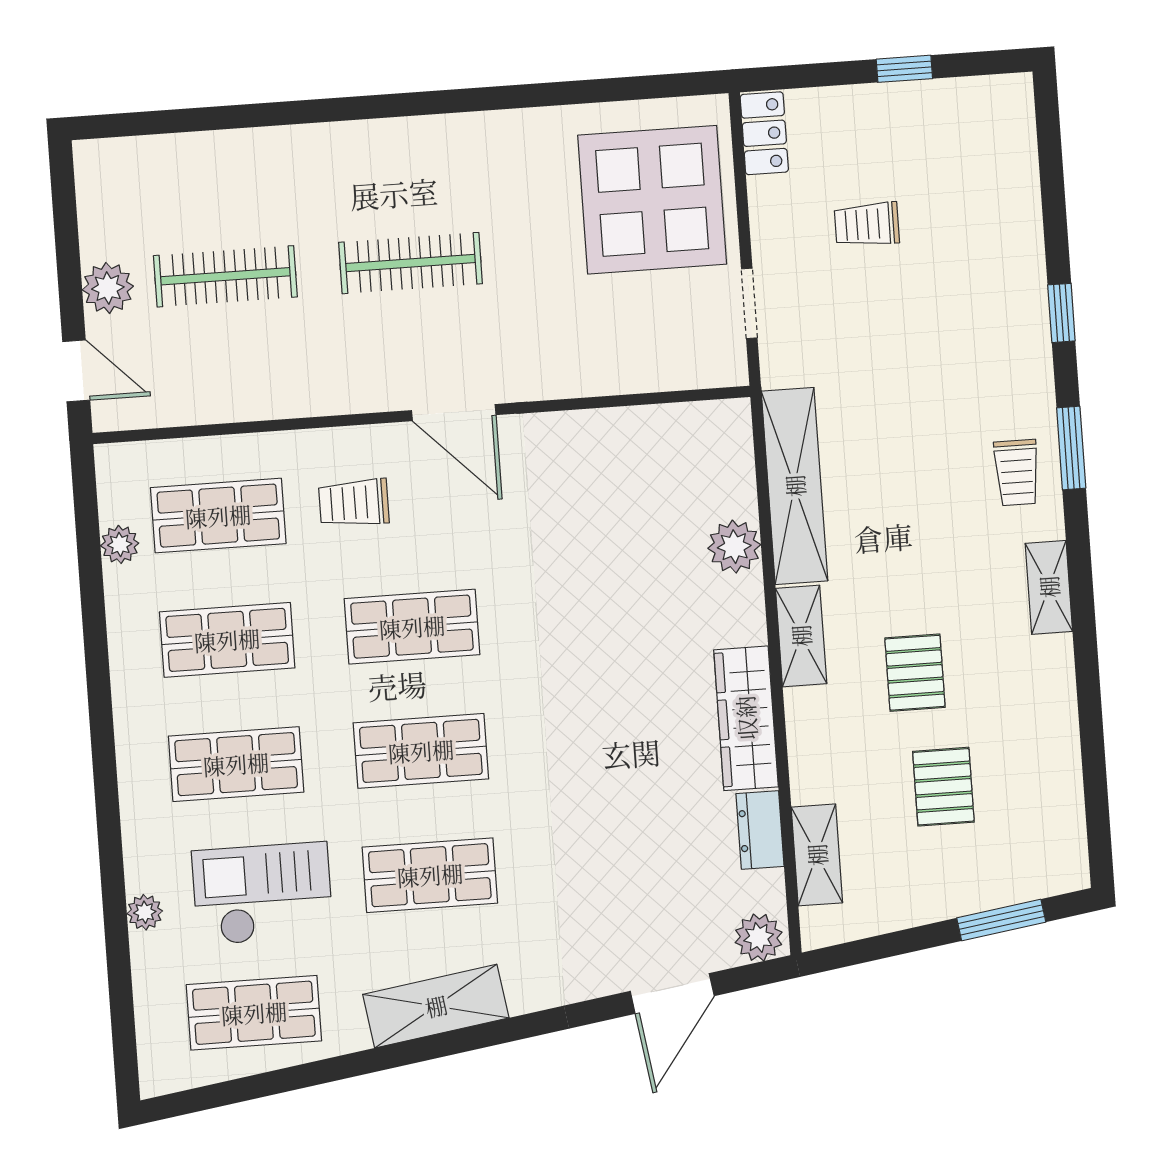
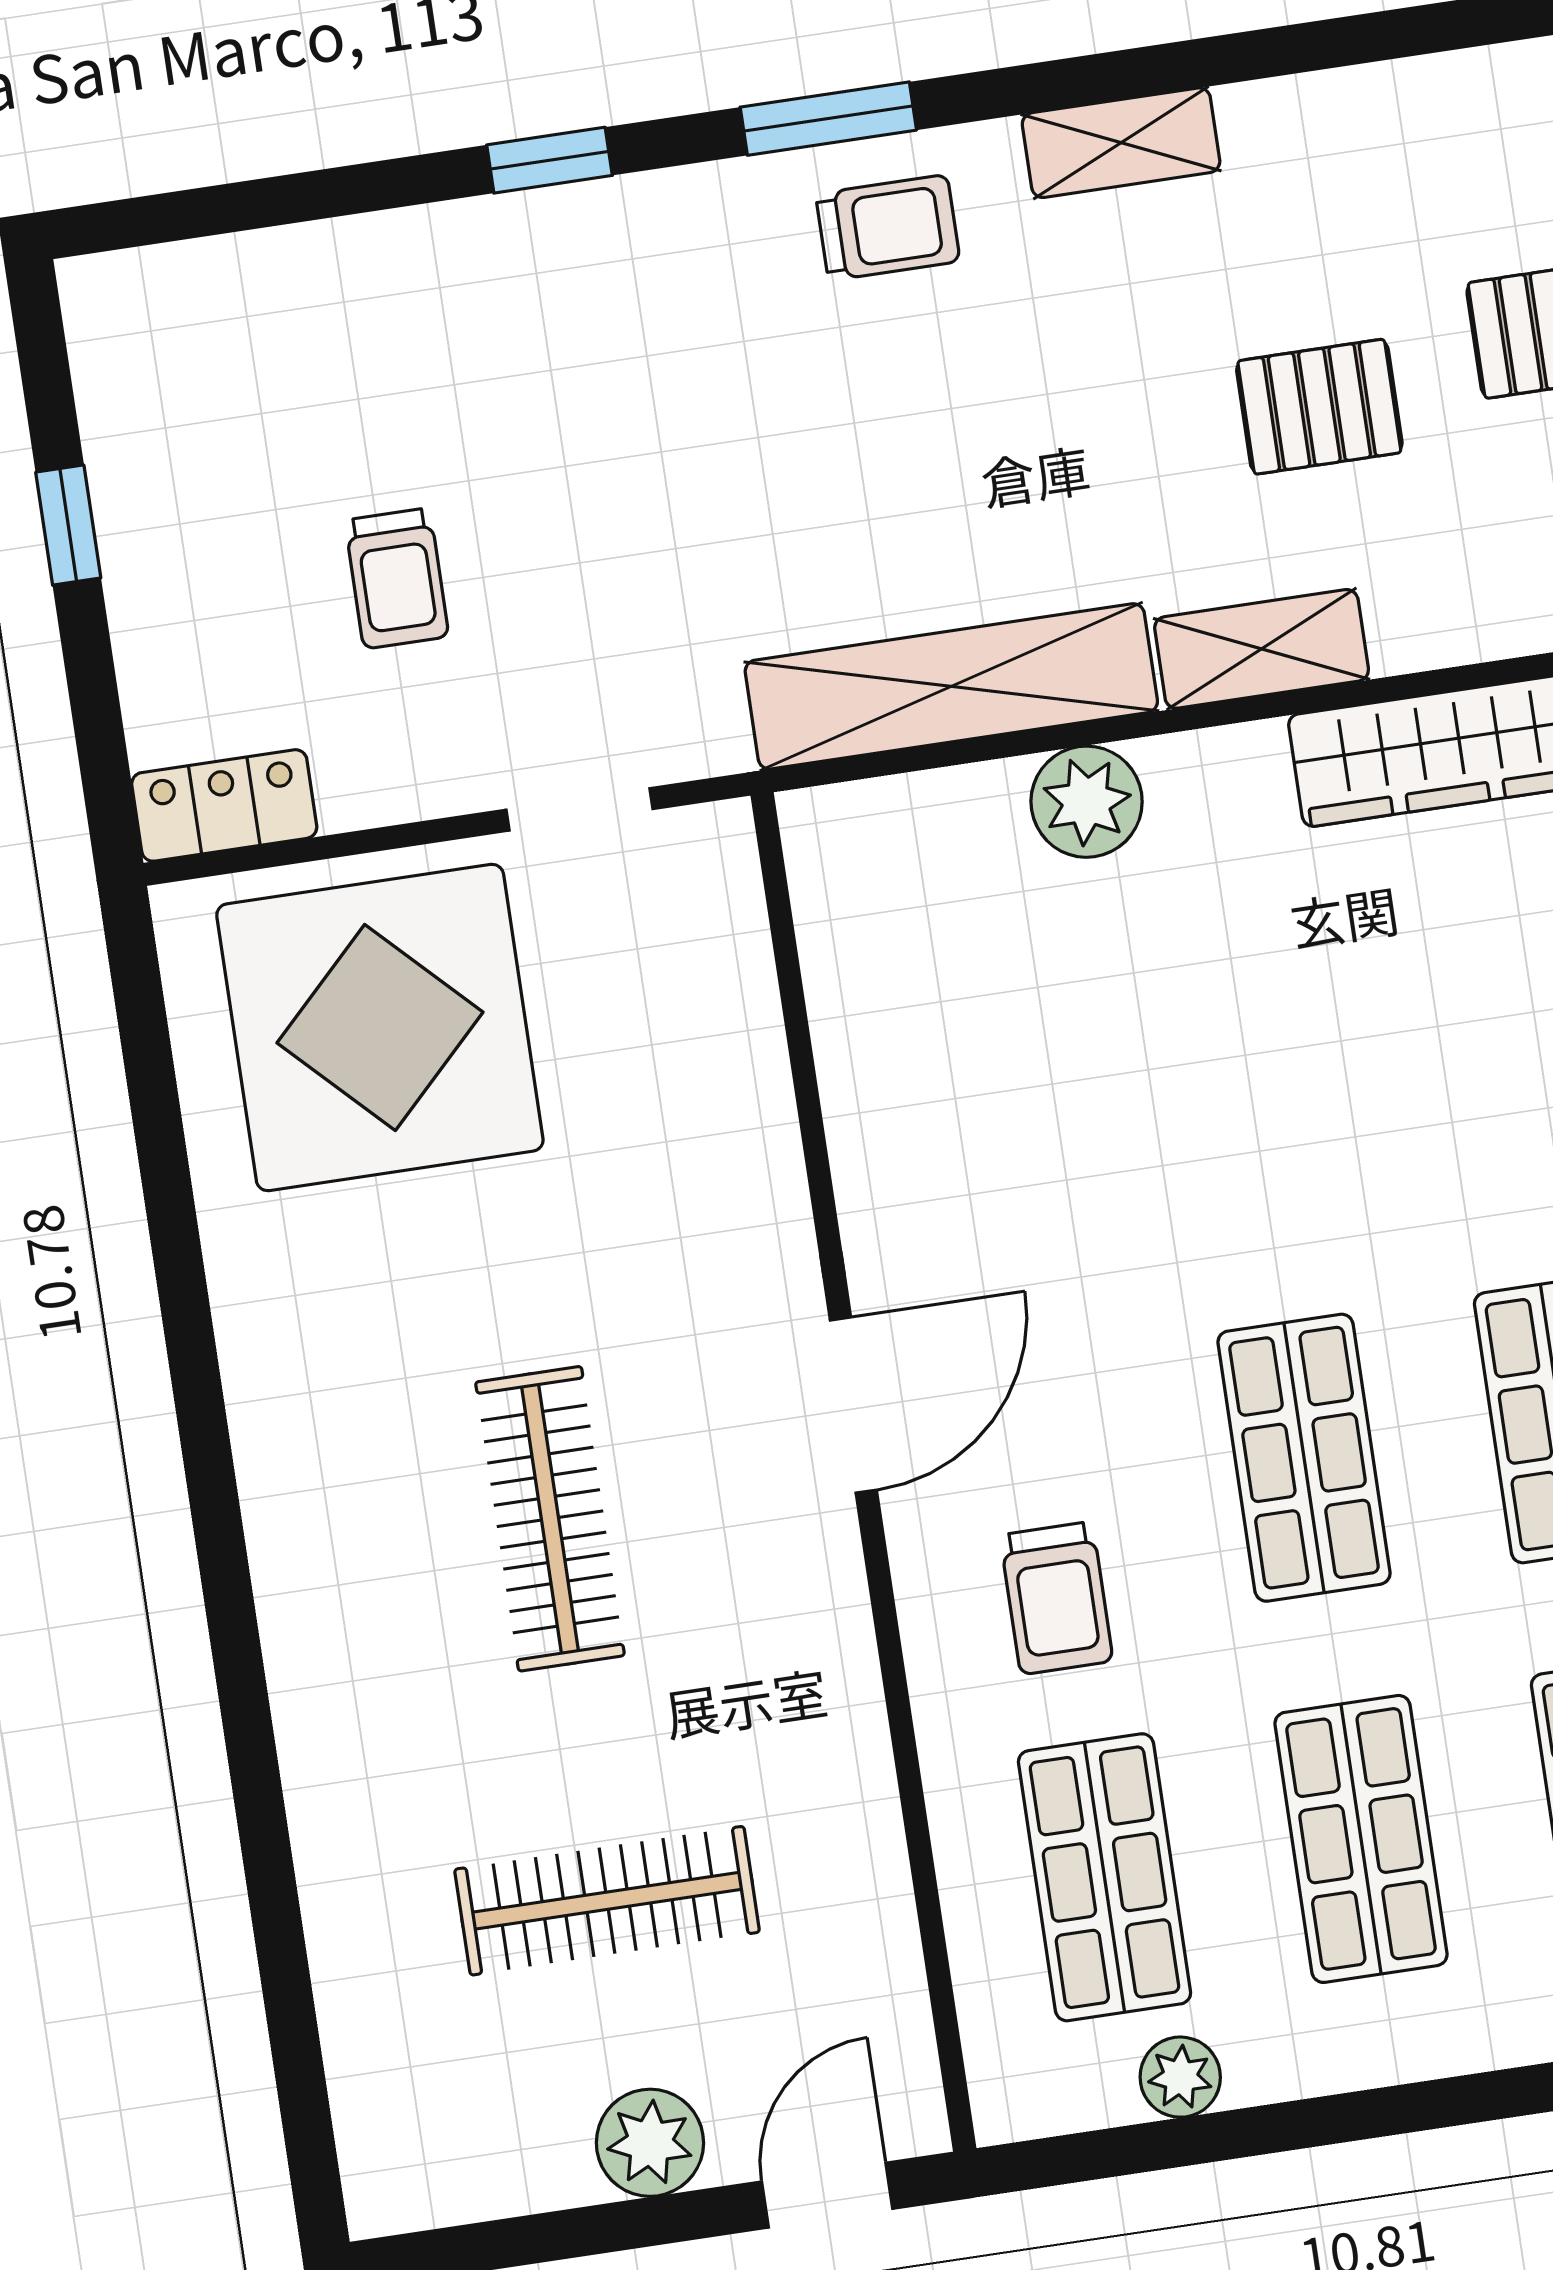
clothes rail: (225, 276) -> (607, 1901), turned 90

